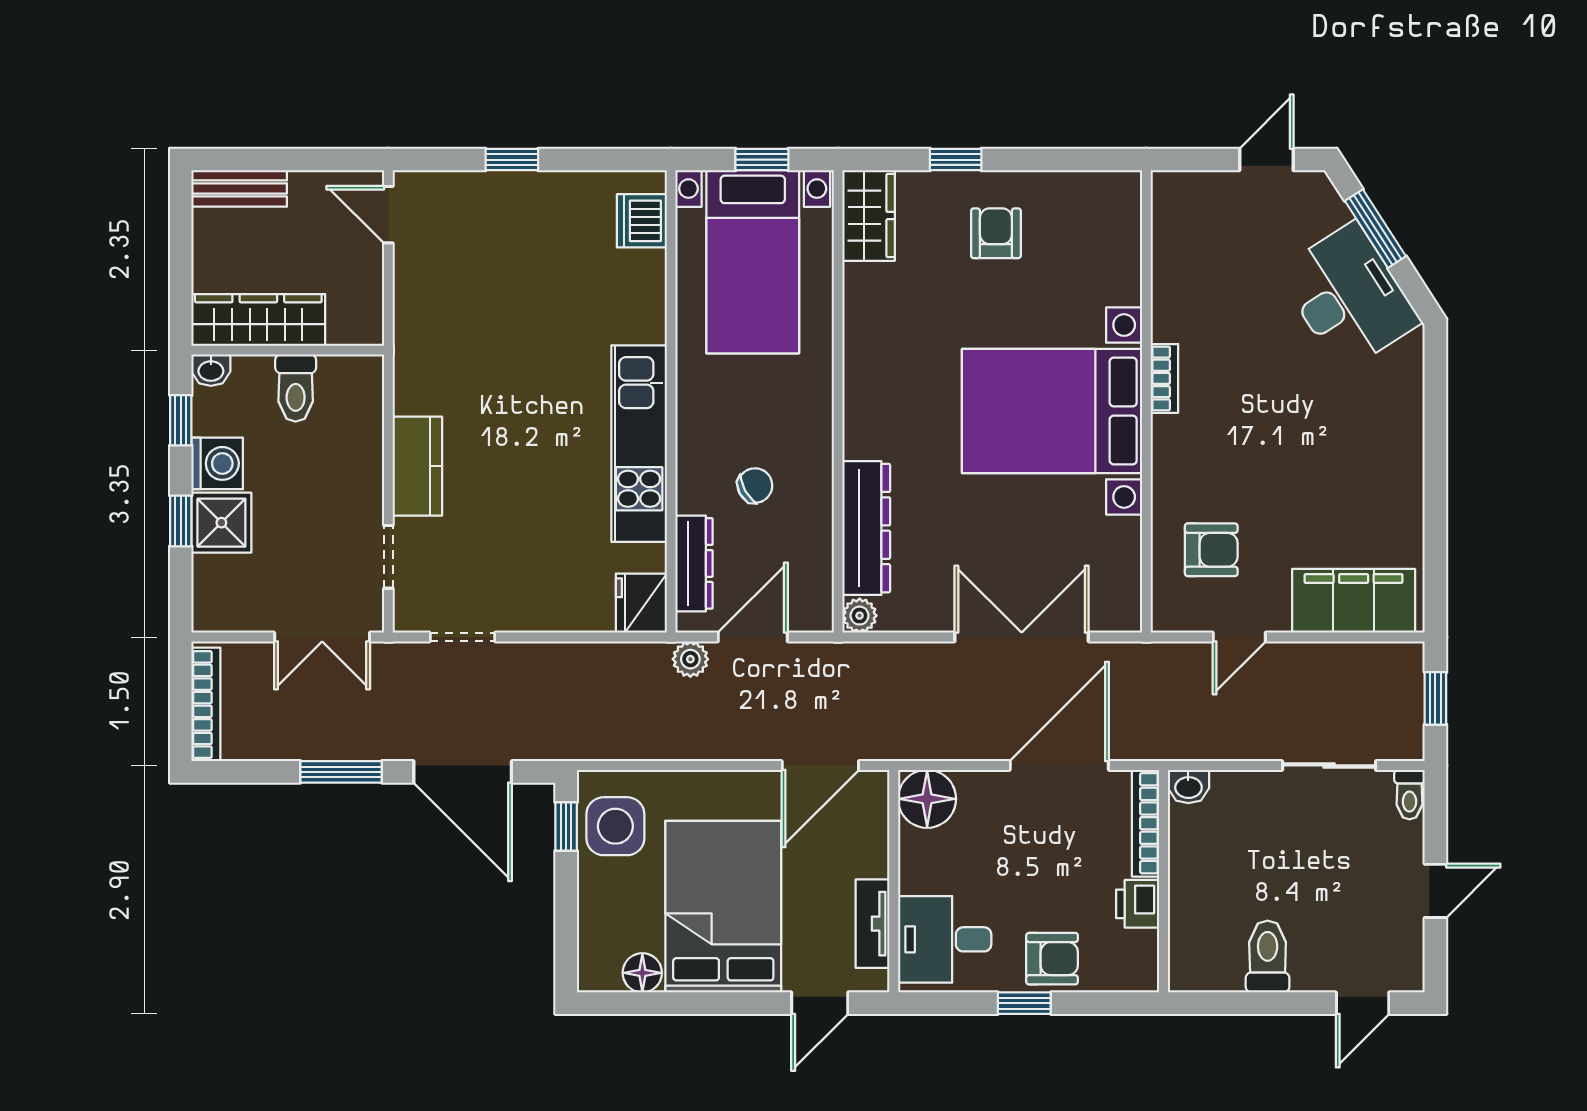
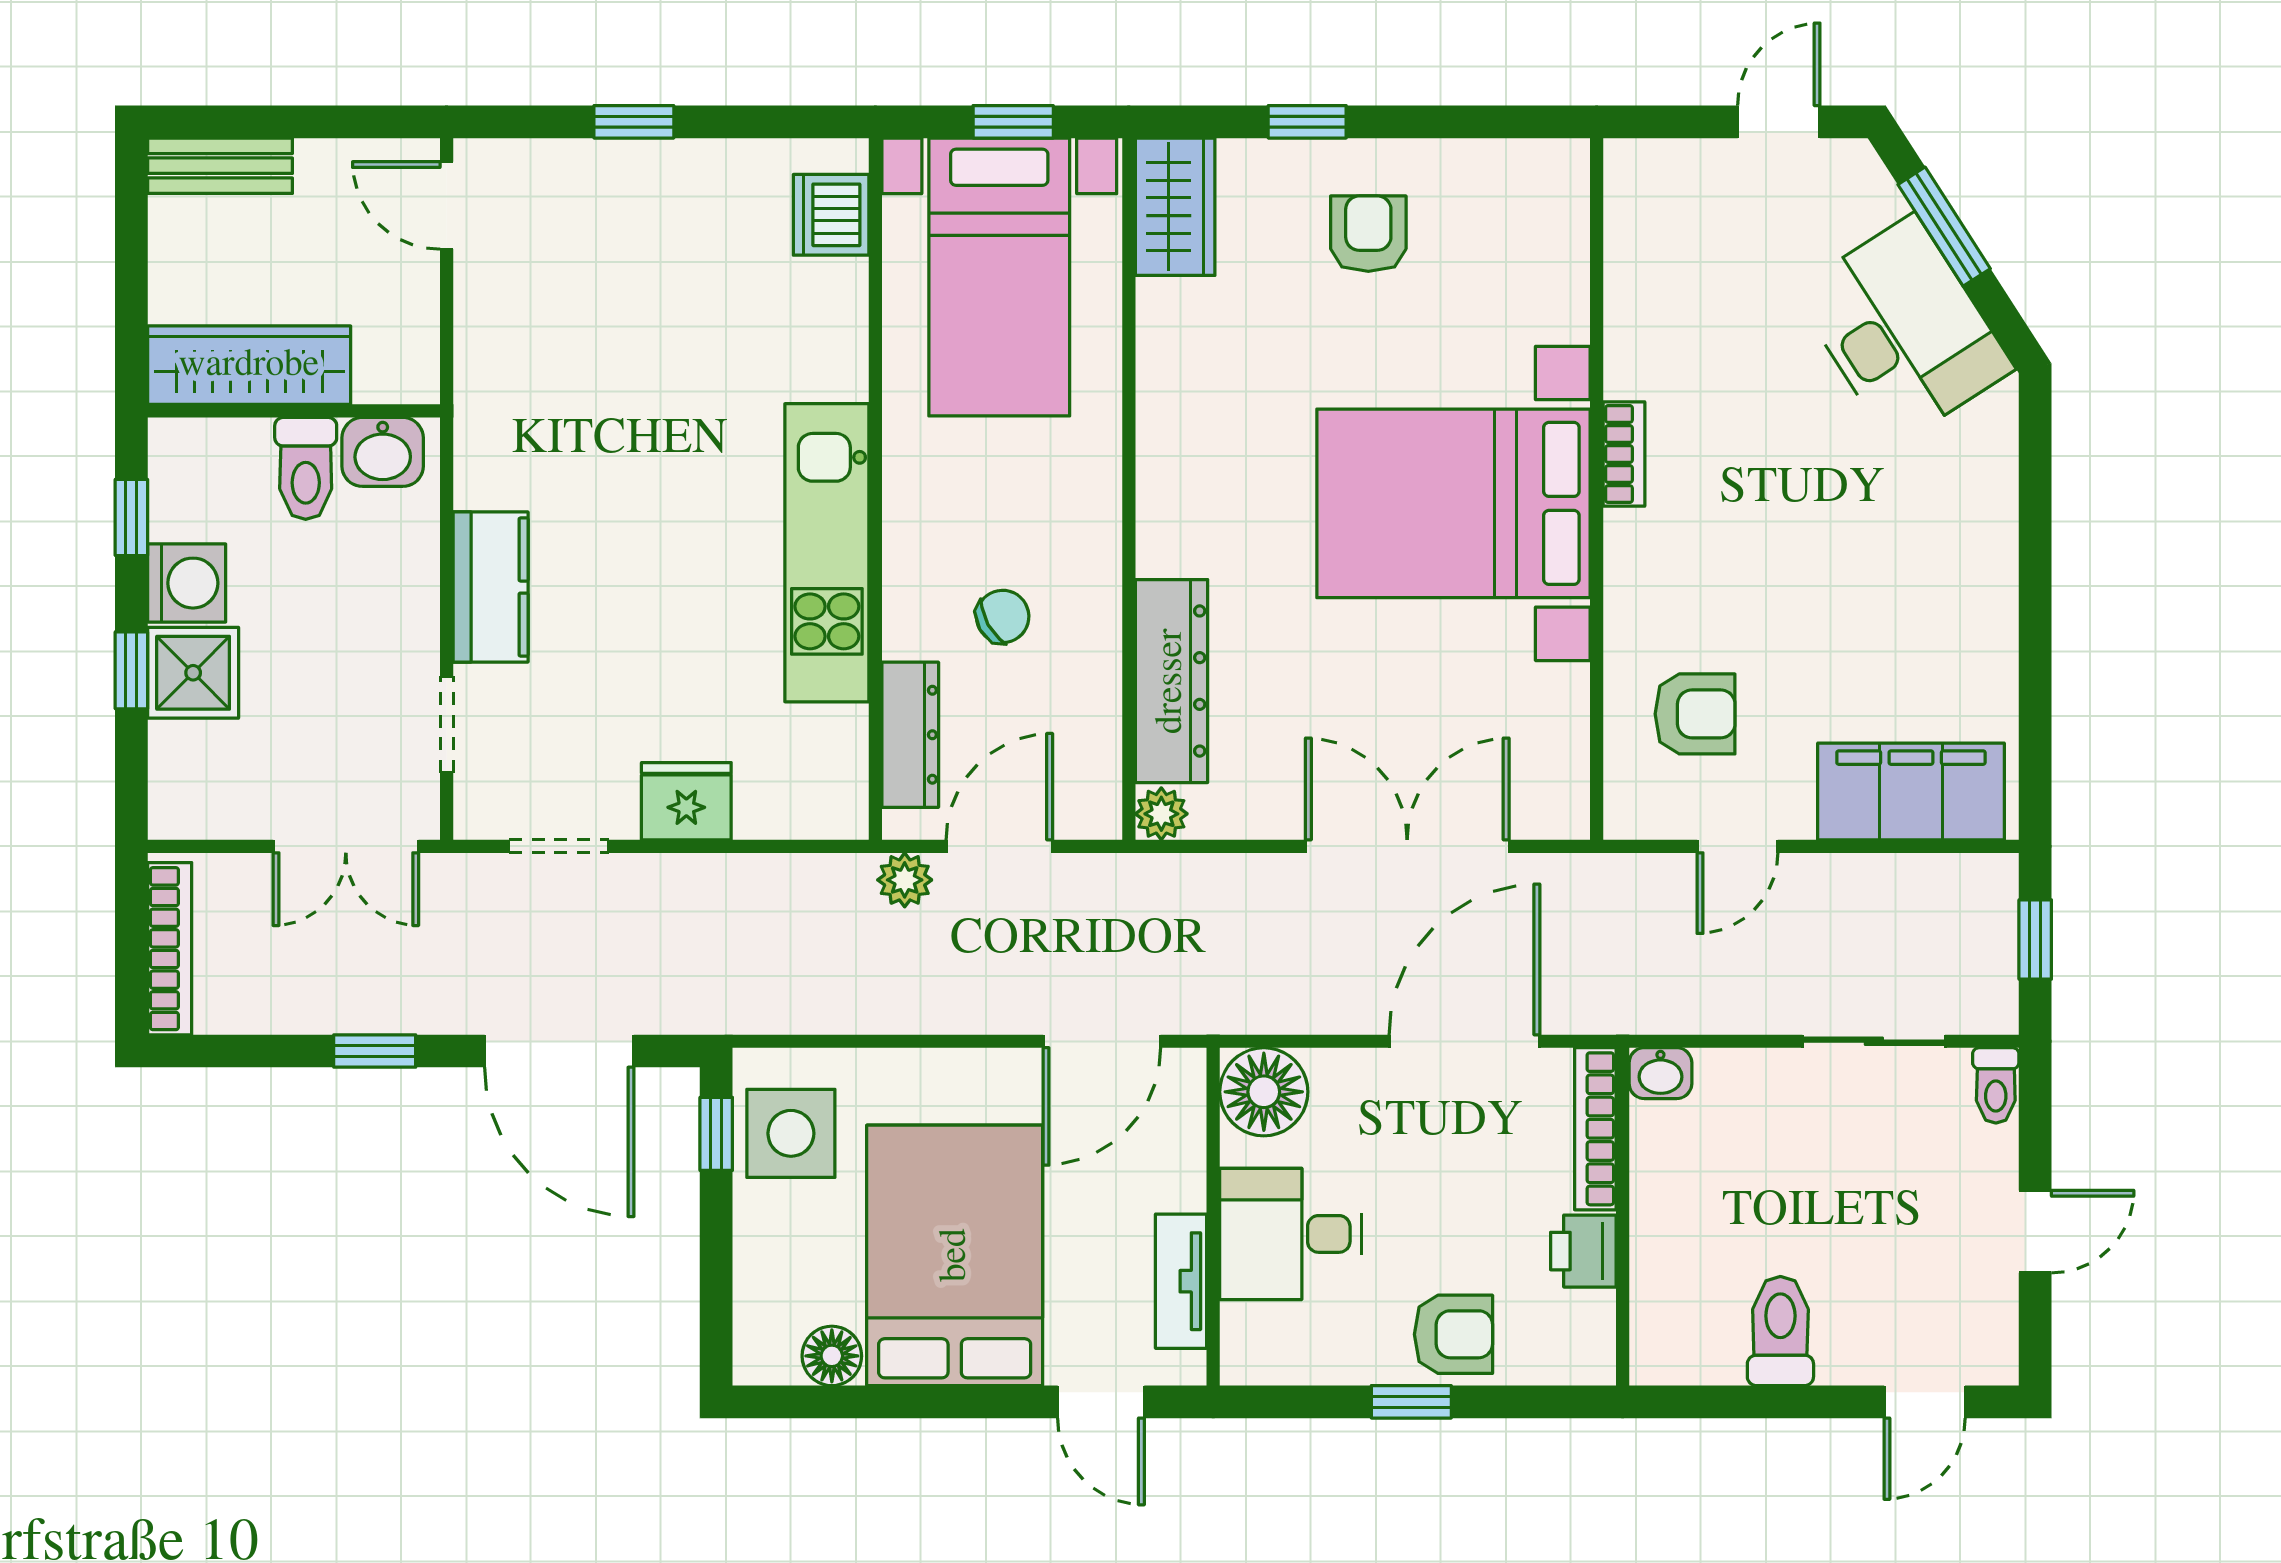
washbasin: (211, 370) -> (383, 452), moved, width x1.38, depth x1.45
fridge: (641, 603) -> (686, 801), moved, turned 90
window: (341, 772) -> (375, 1051), width x0.67
desk: (945, 939) -> (1291, 1234), moved
door: (820, 1003) -> (1101, 1402), hinge flipped

